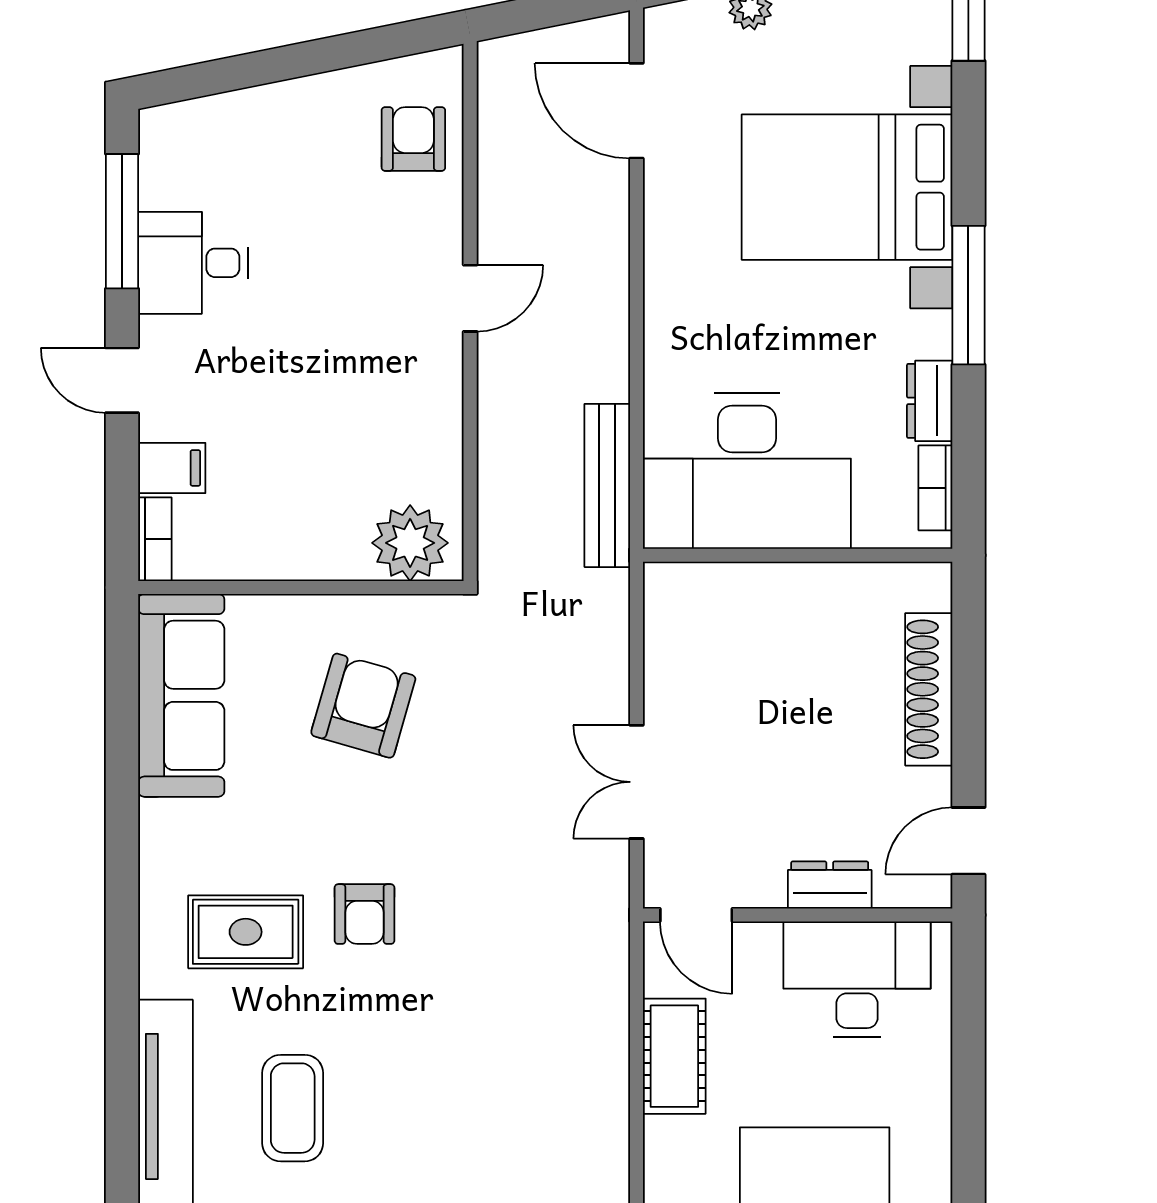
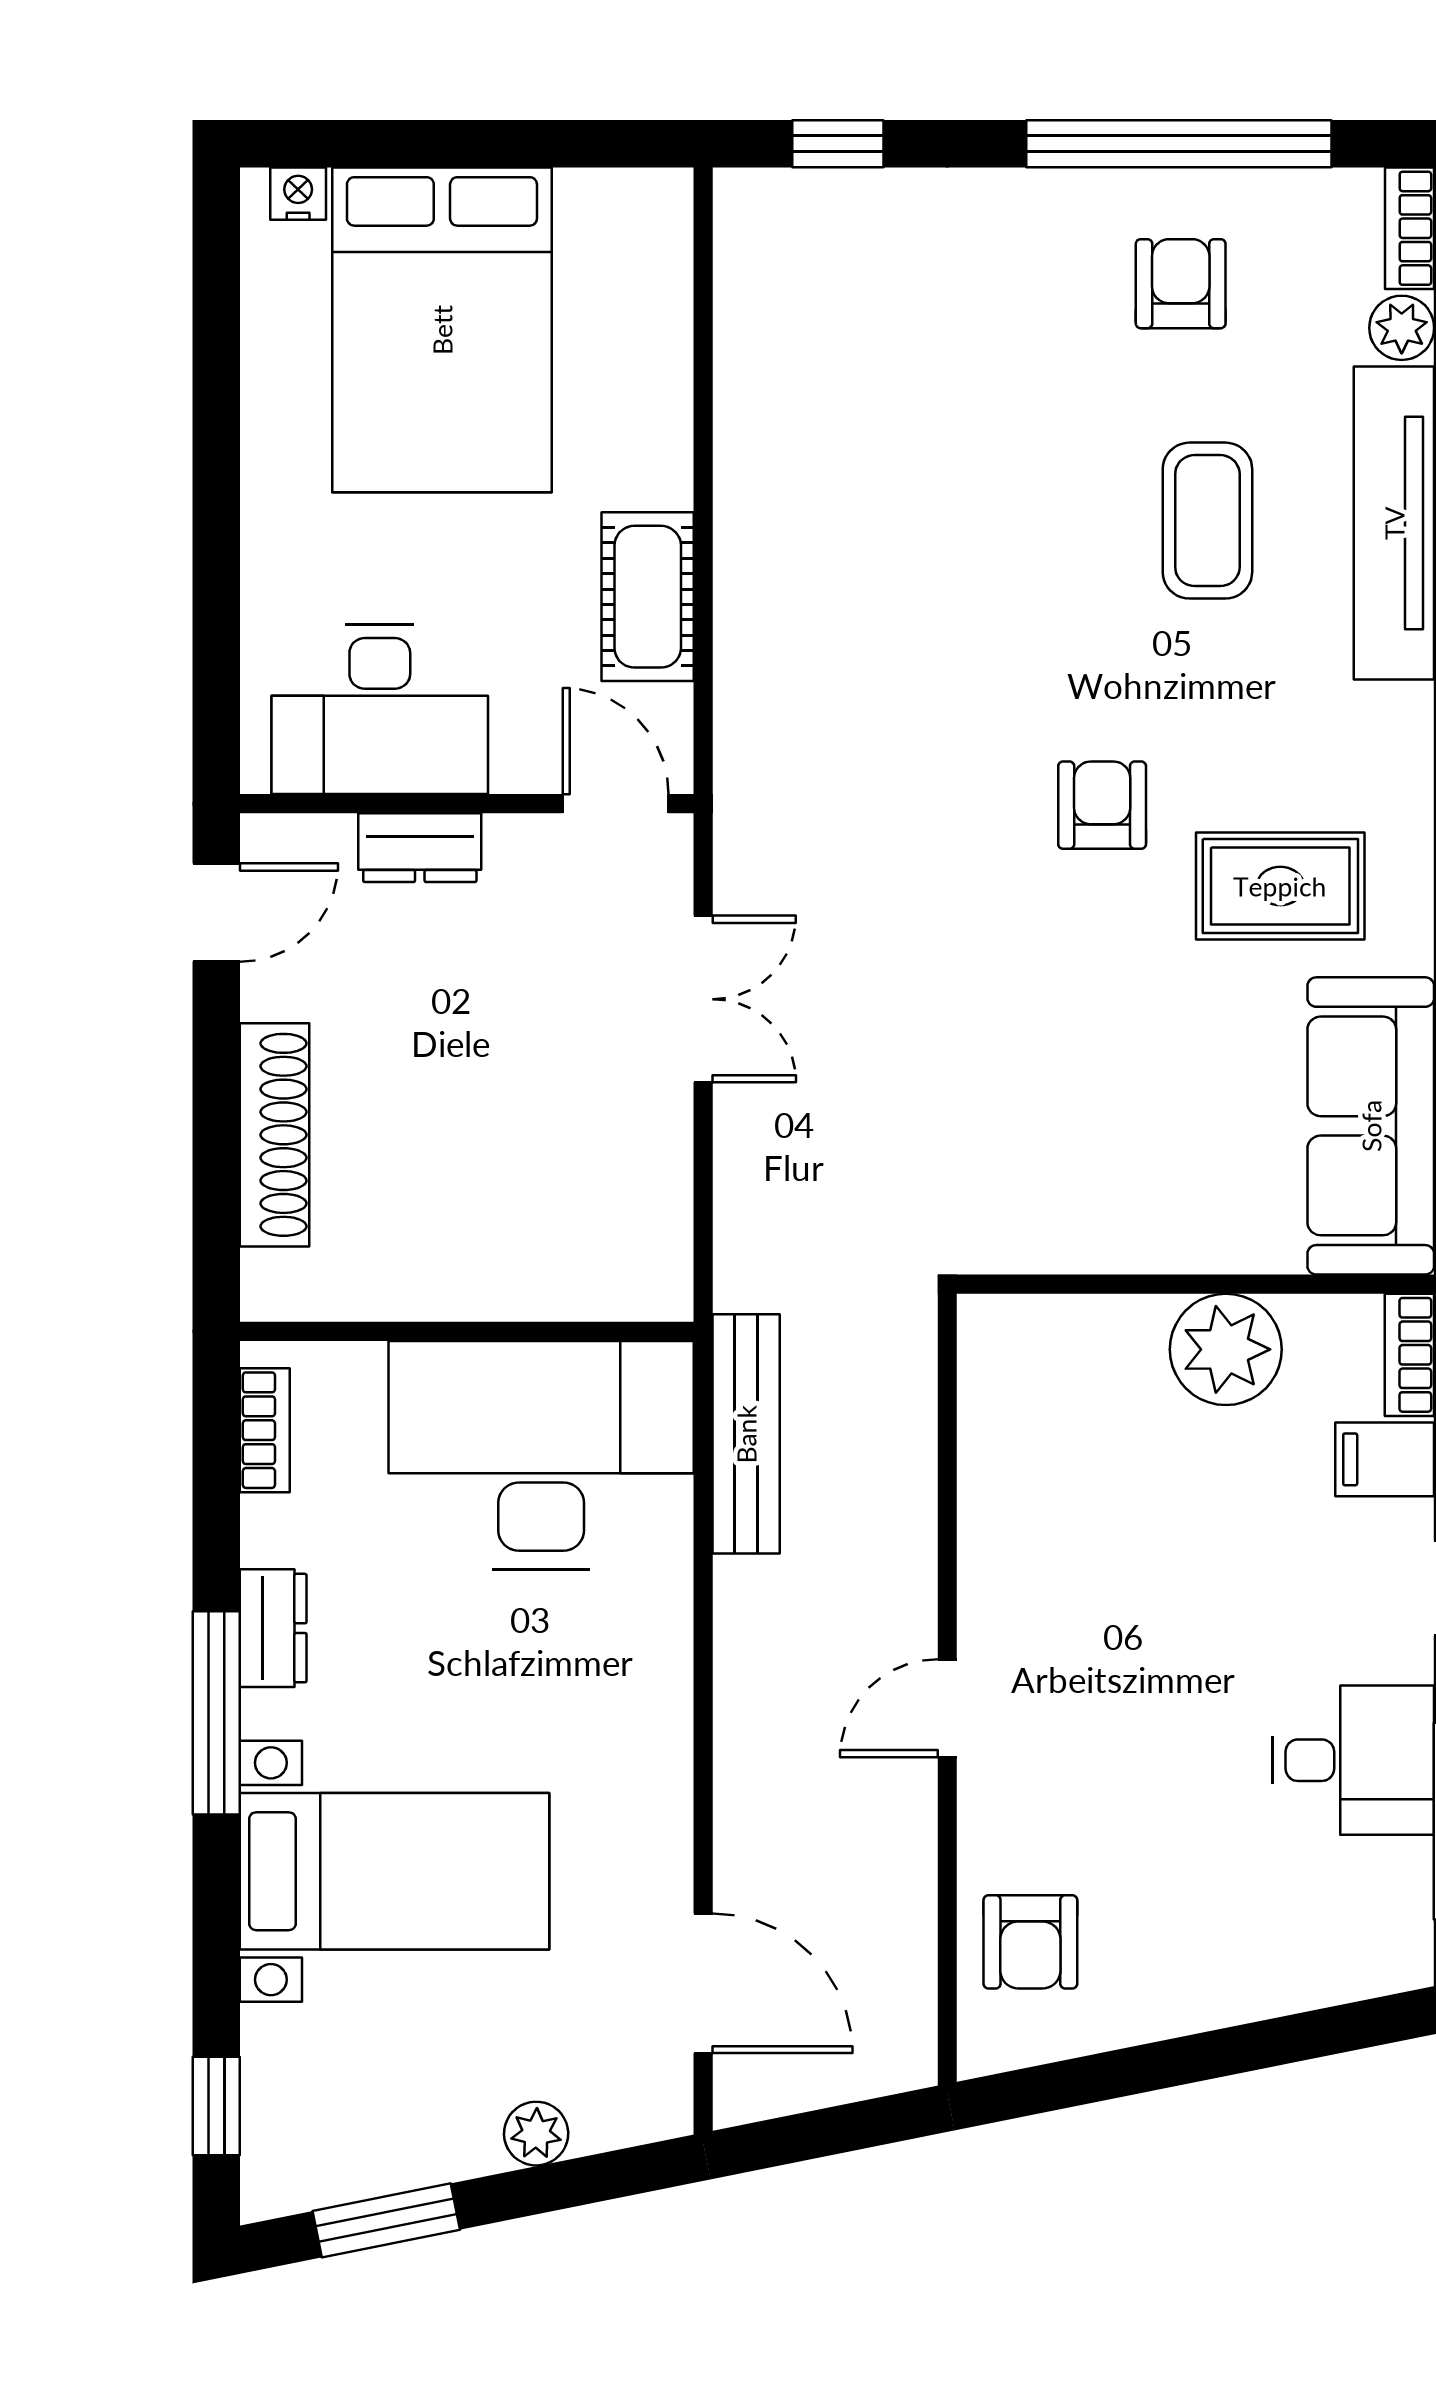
bed with nightstands: (847, 187) -> (395, 1871), width x0.73
dresser: (930, 401) -> (273, 1628), moved
plant: (410, 543) -> (1226, 1349), moved
armchair: (363, 706) -> (1104, 1111), removed
rug: (246, 932) -> (1280, 886), moved

